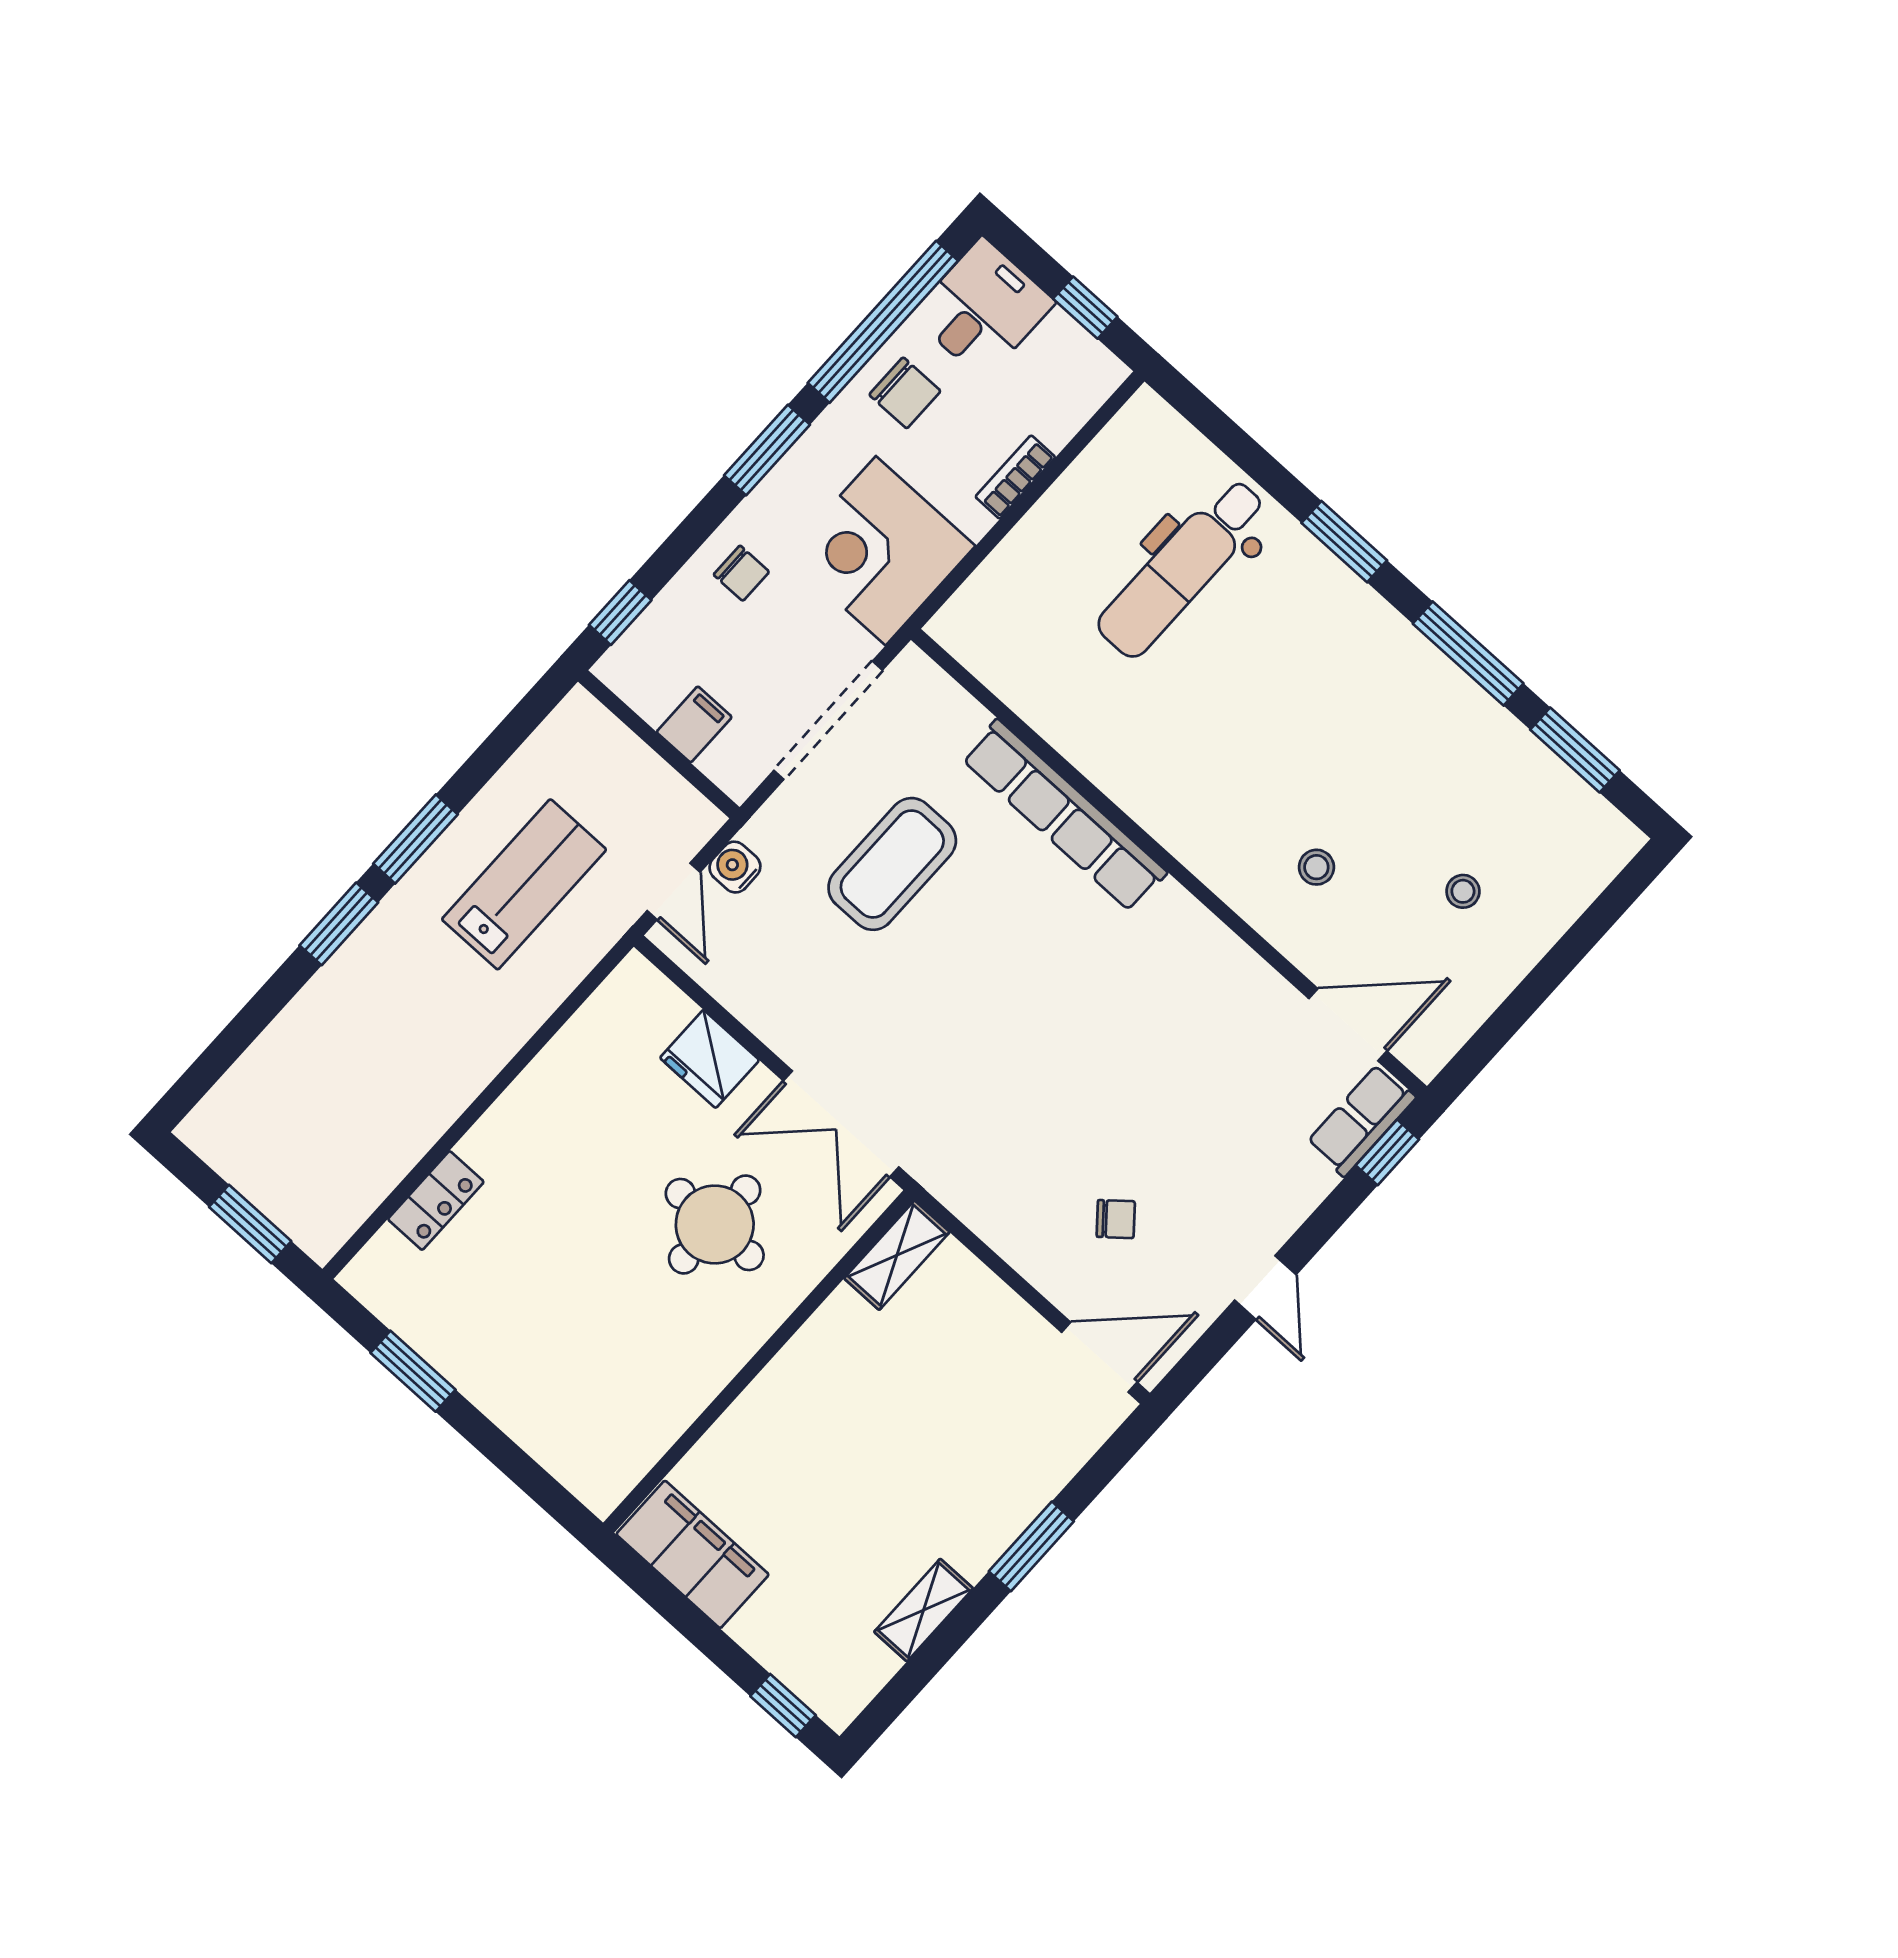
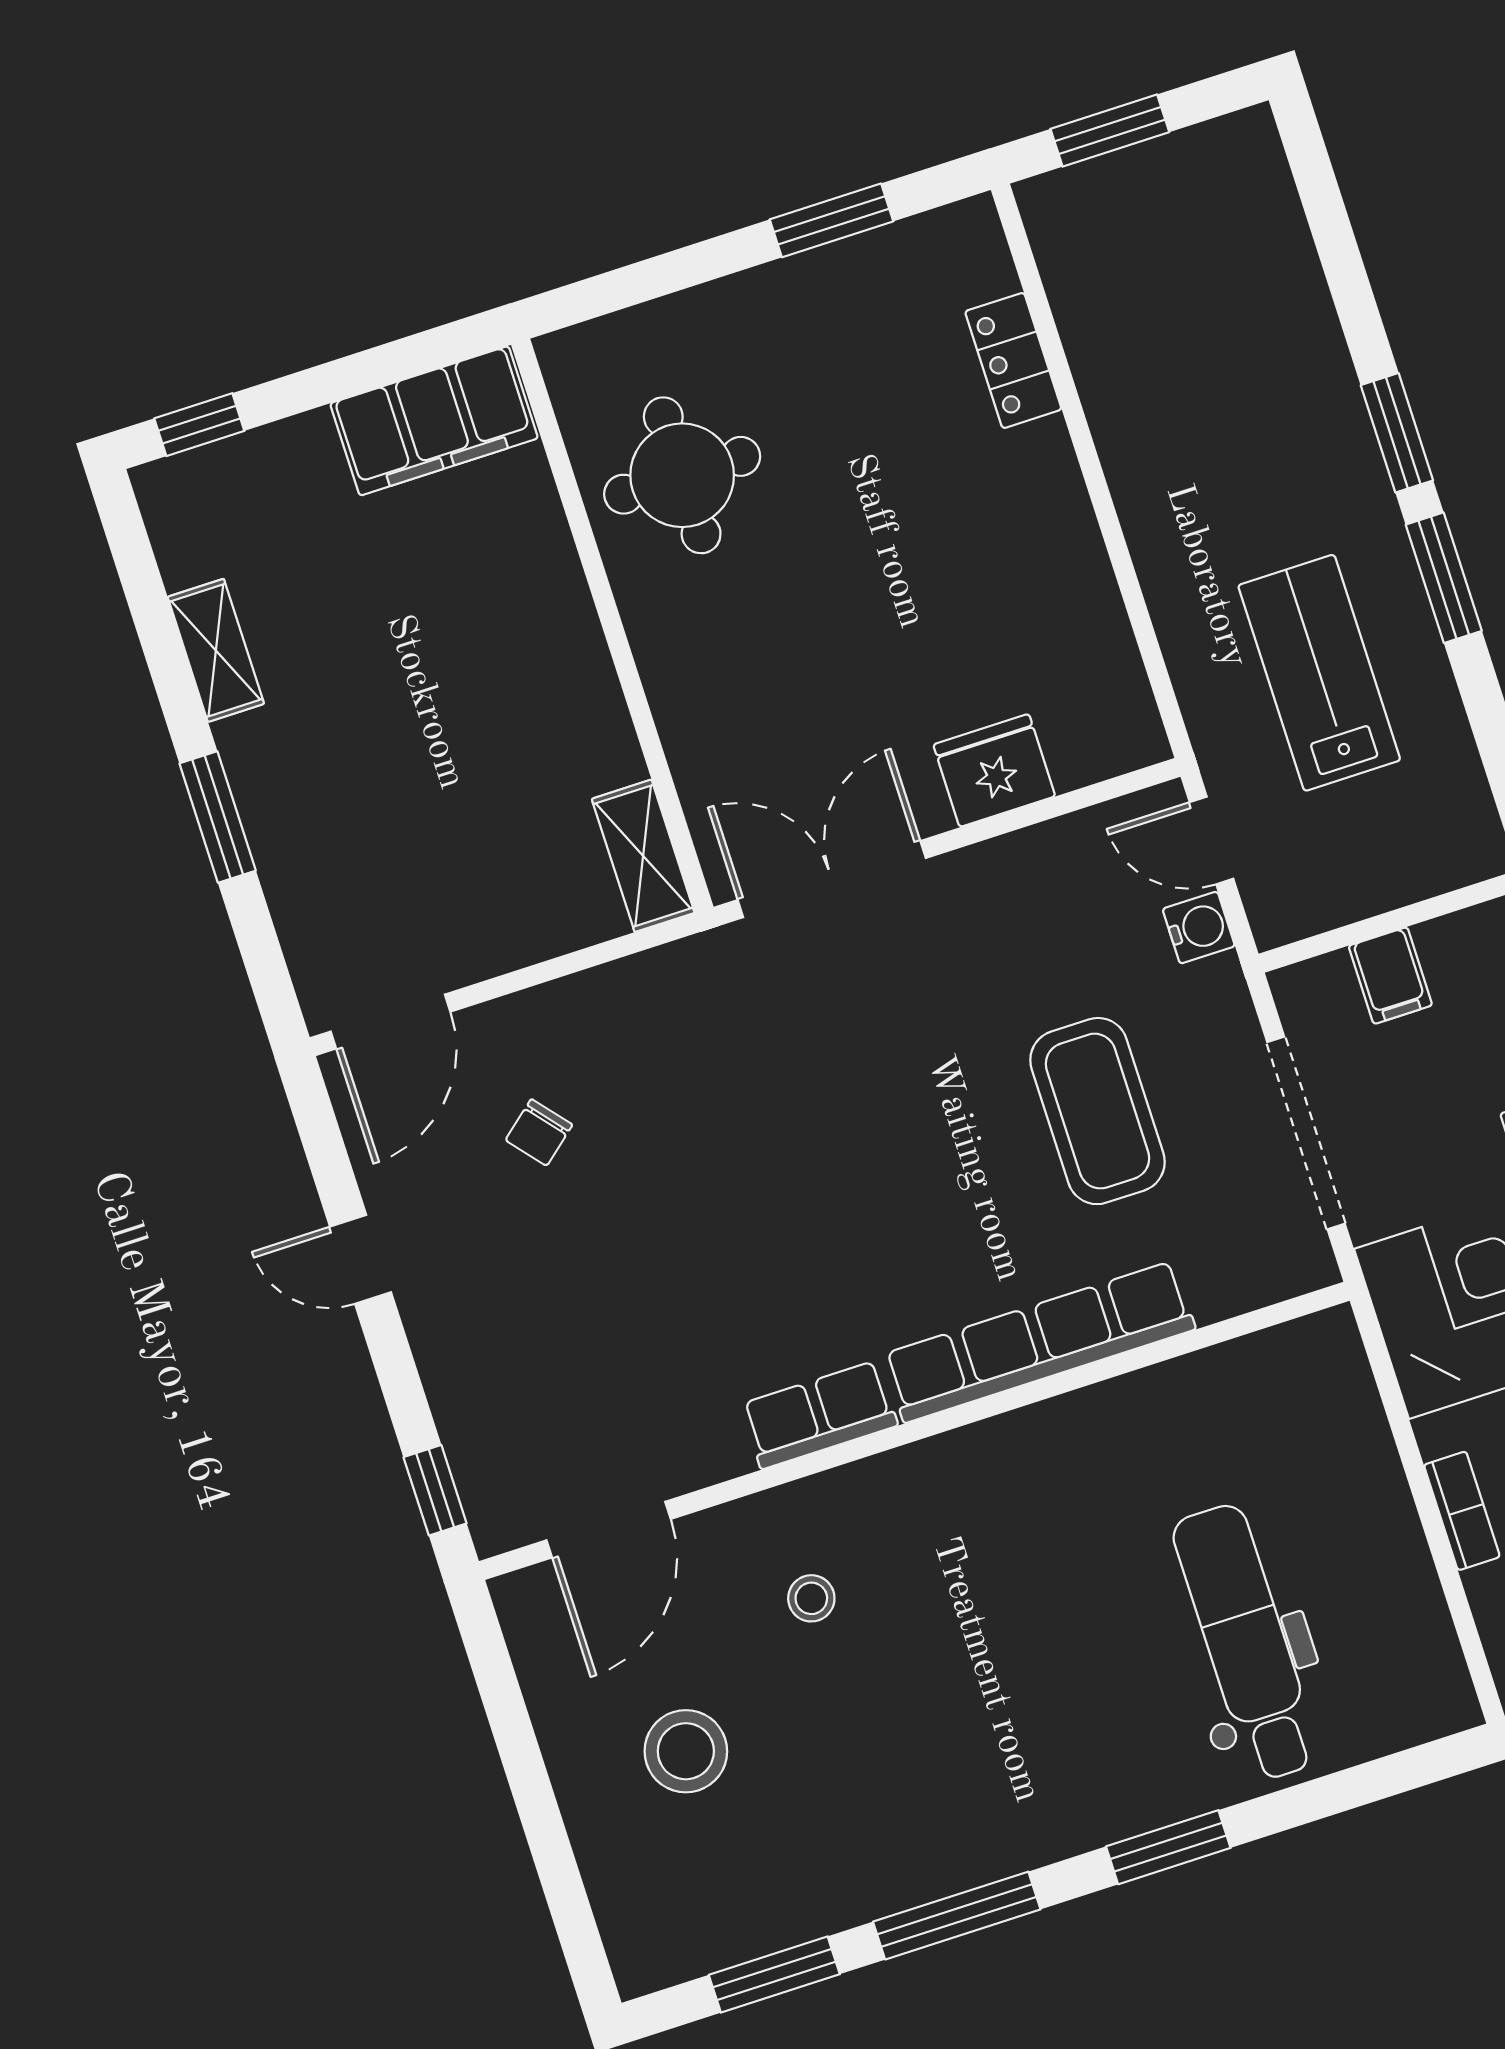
lab bench: (524, 884) -> (1319, 673), turned 180
stool: (1463, 891) -> (686, 1751), width x1.89, depth x1.89
row of seats: (1361, 1120) -> (819, 1415), moved, turned -90
round table: (715, 1224) -> (682, 475), moved

